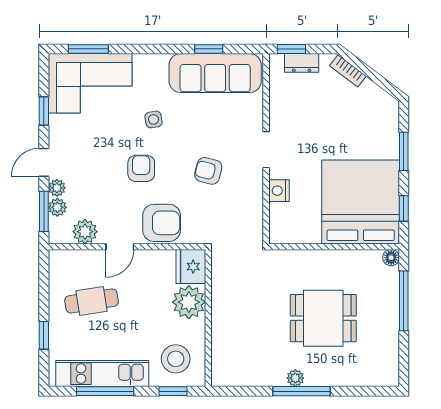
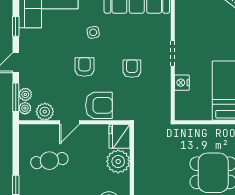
armchair: (208, 171) -> (132, 69), turned 76
plant: (57, 188) -> (25, 108), moved

